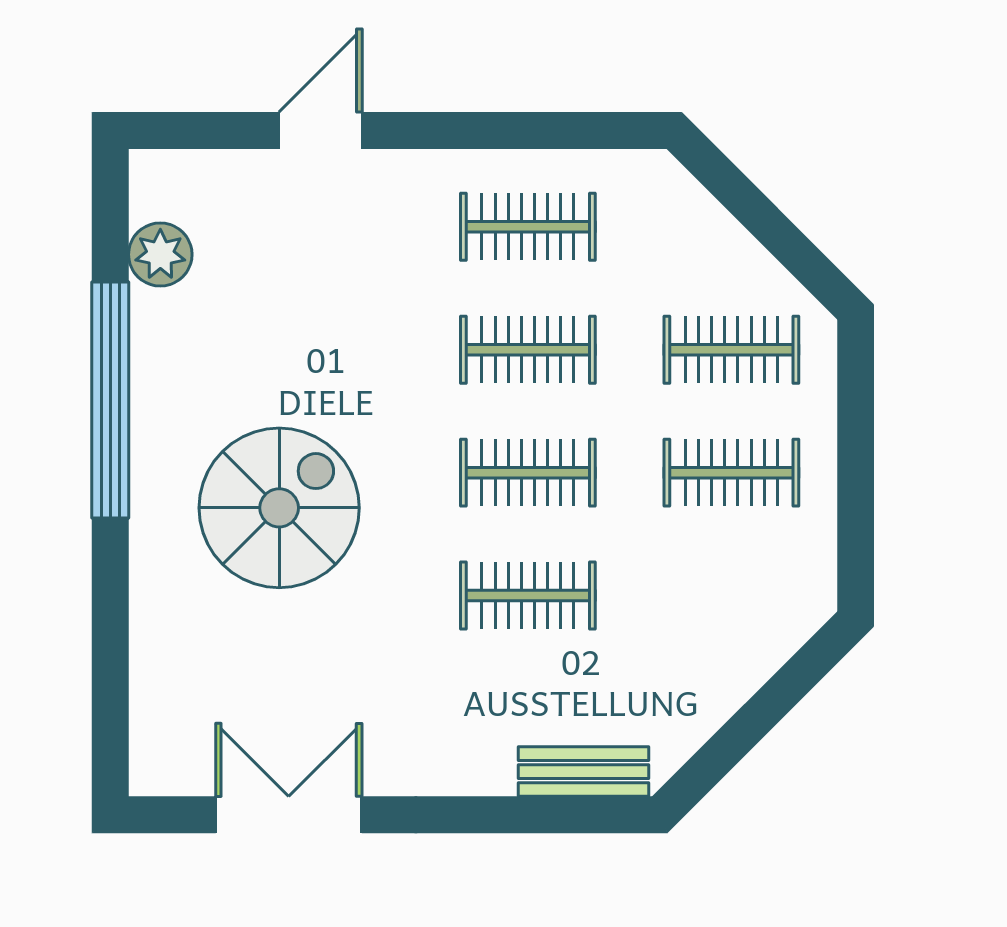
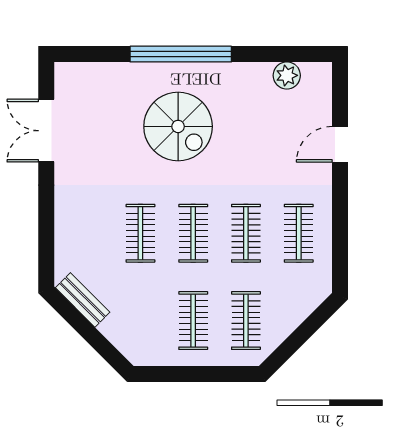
door: (320, 131) -> (340, 144), swing flipped
window: (110, 400) -> (181, 54), moved
bench: (584, 772) -> (83, 300), moved, turned -45
double door: (289, 815) -> (46, 131), swing flipped

